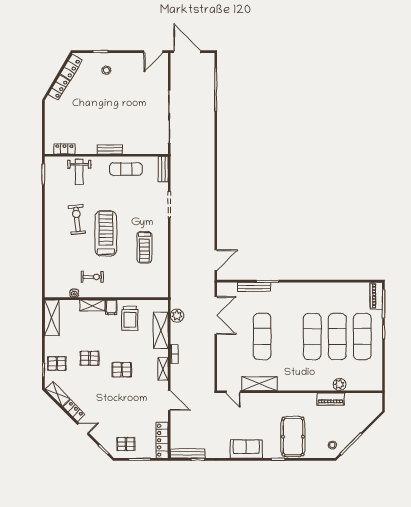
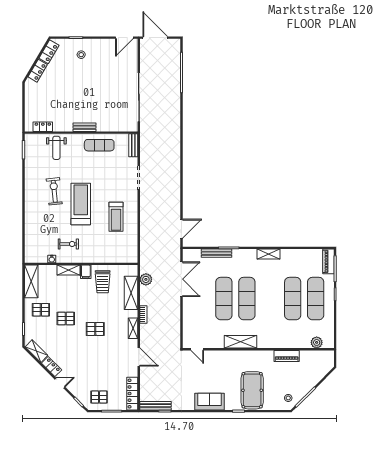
shelving: (311, 288) -> (269, 254), added
exercise mat: (312, 336) -> (247, 299), moved
pallet: (57, 363) -> (41, 310), moved
shelving: (260, 384) -> (240, 342), moved
plant: (339, 384) -> (317, 342), moved

